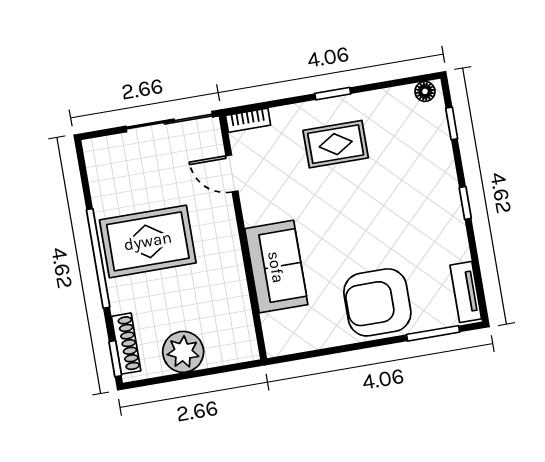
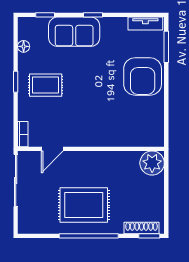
floor lamp: (425, 91) -> (24, 46), moved
rug: (336, 144) -> (46, 85), turned 90
rug: (148, 241) -> (84, 205), turned 90
sofa: (276, 267) -> (74, 32), moved, turned 180
plant: (183, 352) -> (152, 163), moved

